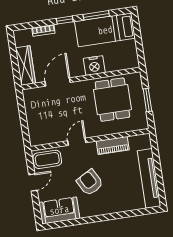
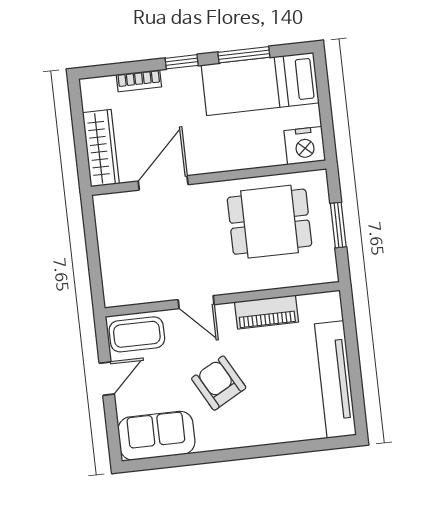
nightstand: (94, 66) -> (305, 146), moved
dining table: (112, 100) -> (270, 222), turned 90
door: (77, 142) -> (196, 302), swing flipped

